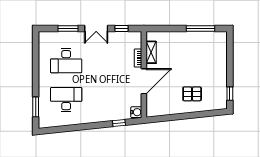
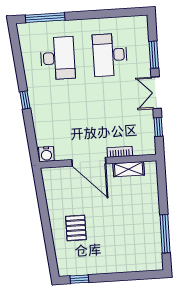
window: (36, 107) -> (45, 18), width x1.44
window: (119, 123) -> (25, 100), moved

